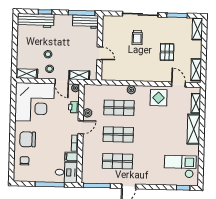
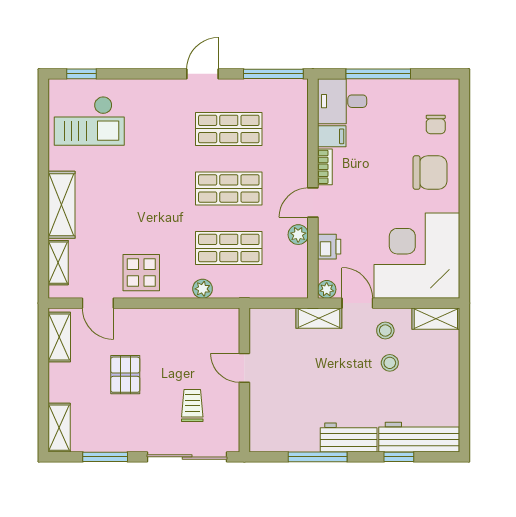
workbench: (86, 22) -> (349, 438), moved
wall: (100, 48) -> (244, 380), moved
door: (100, 53) -> (244, 368), moved

